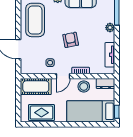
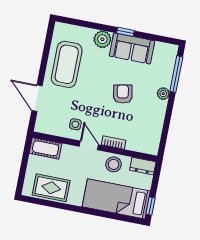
armchair: (71, 40) -> (123, 94), moved
tv unit: (110, 55) -> (156, 129), removed
door: (63, 76) -> (89, 145), swing flipped
cot: (36, 87) -> (46, 148), width x0.73, depth x0.75

